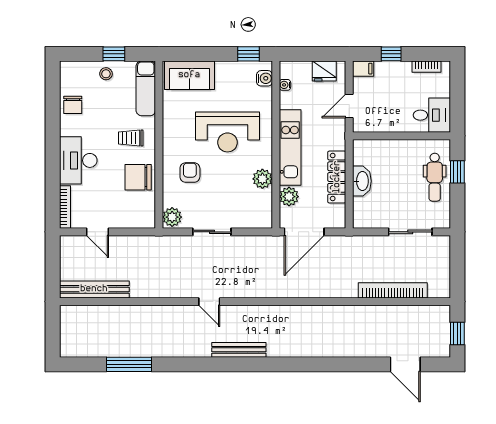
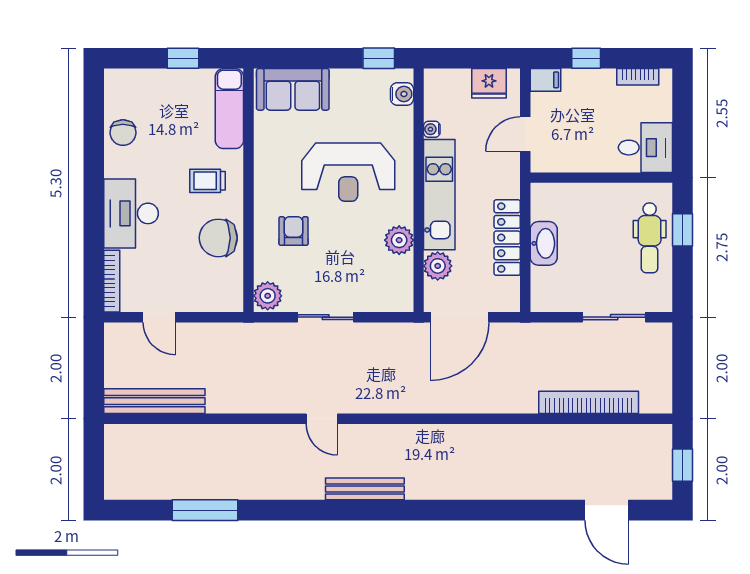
stool: (106, 74) -> (171, 87), removed
water cooler: (285, 85) -> (432, 129), moved

